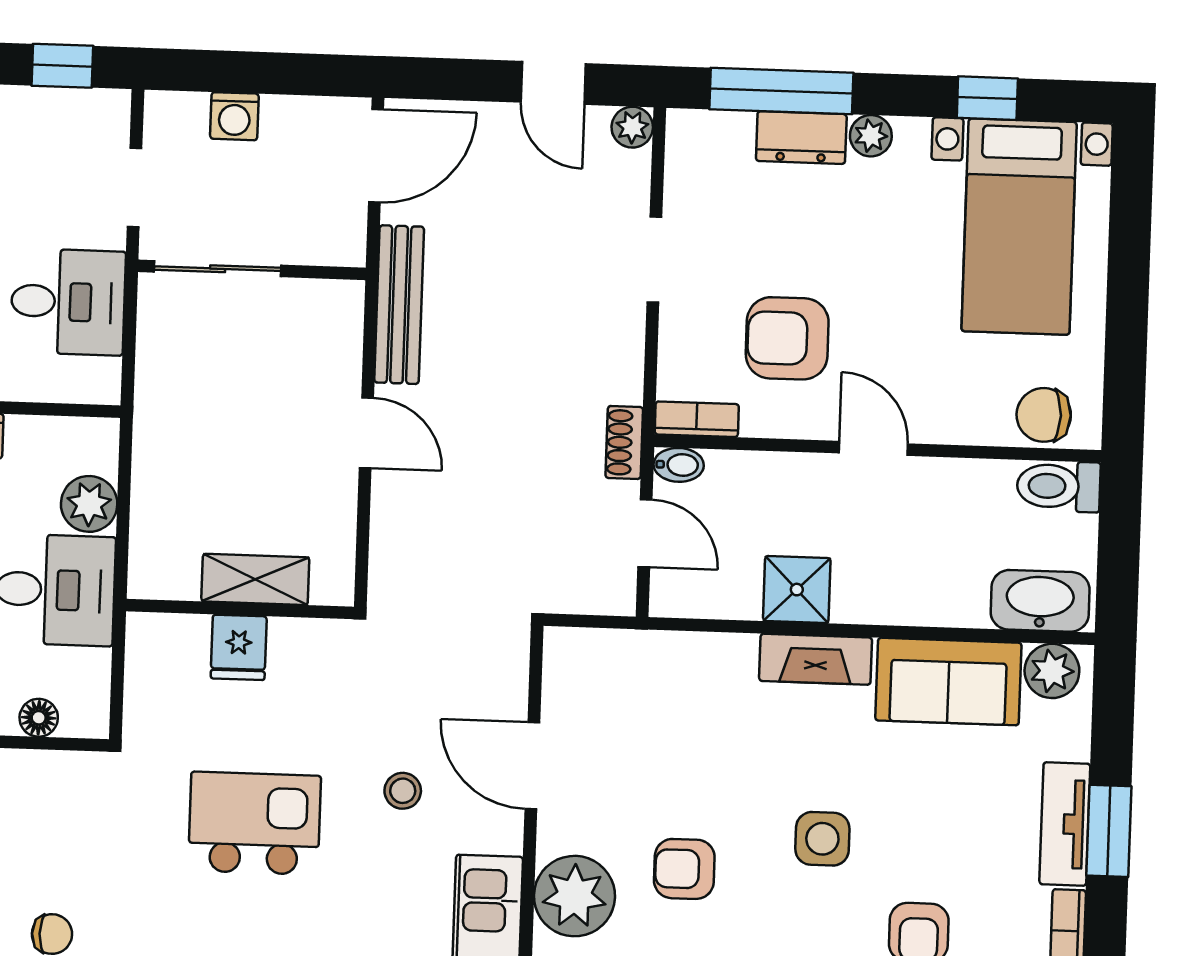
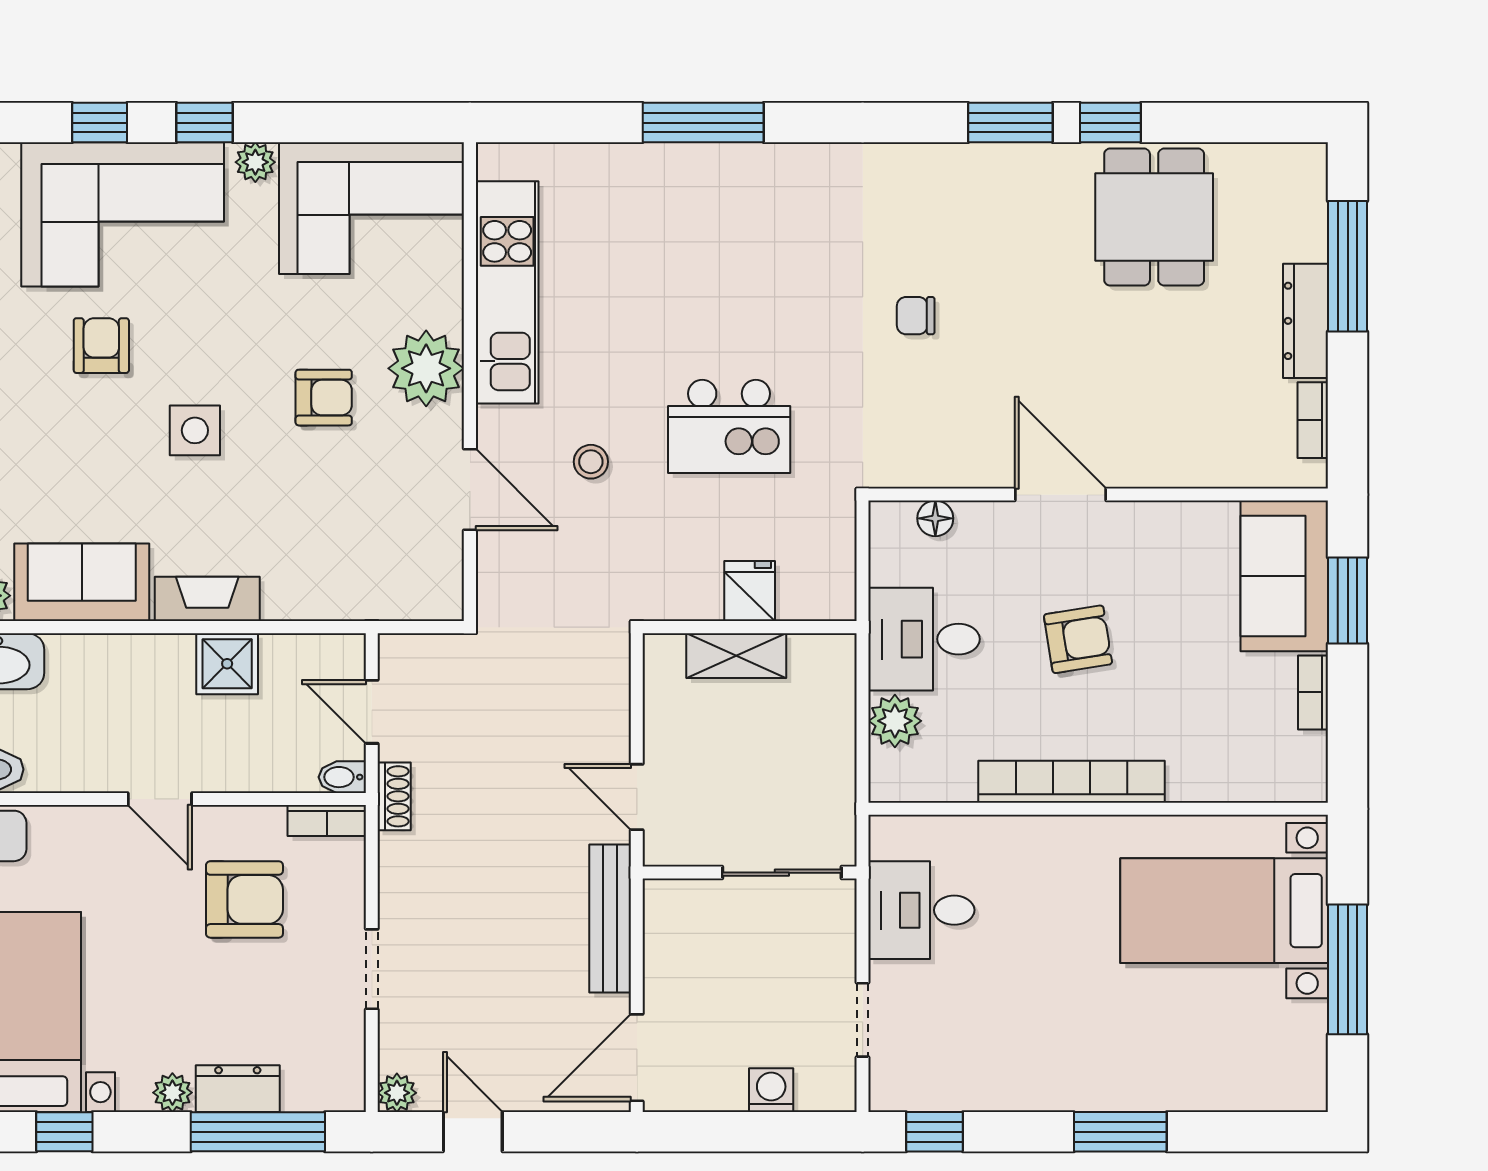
sliding door: (218, 269) -> (782, 873), moved
wall: (252, 270) -> (750, 873), moved

